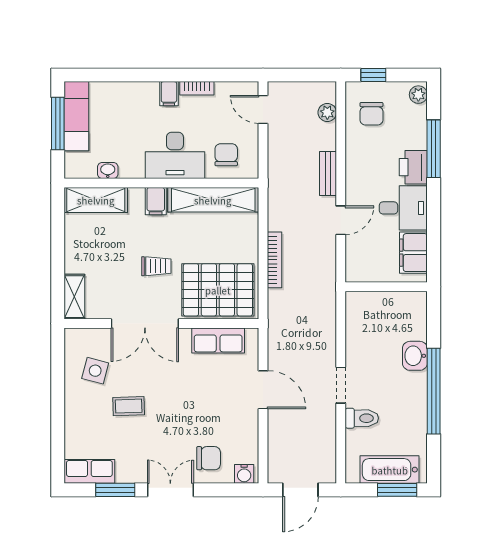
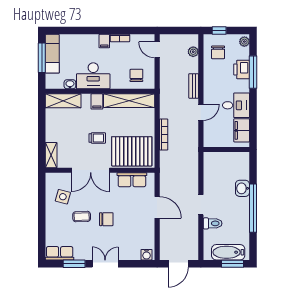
desk: (175, 155) -> (93, 76), moved
printer: (413, 167) -> (242, 69), moved
chair: (209, 458) -> (106, 219), moved

